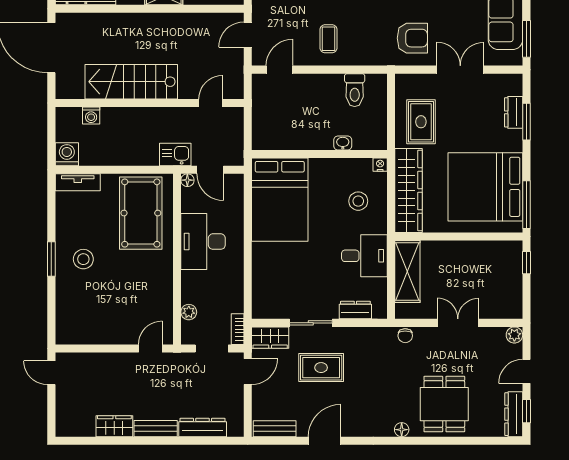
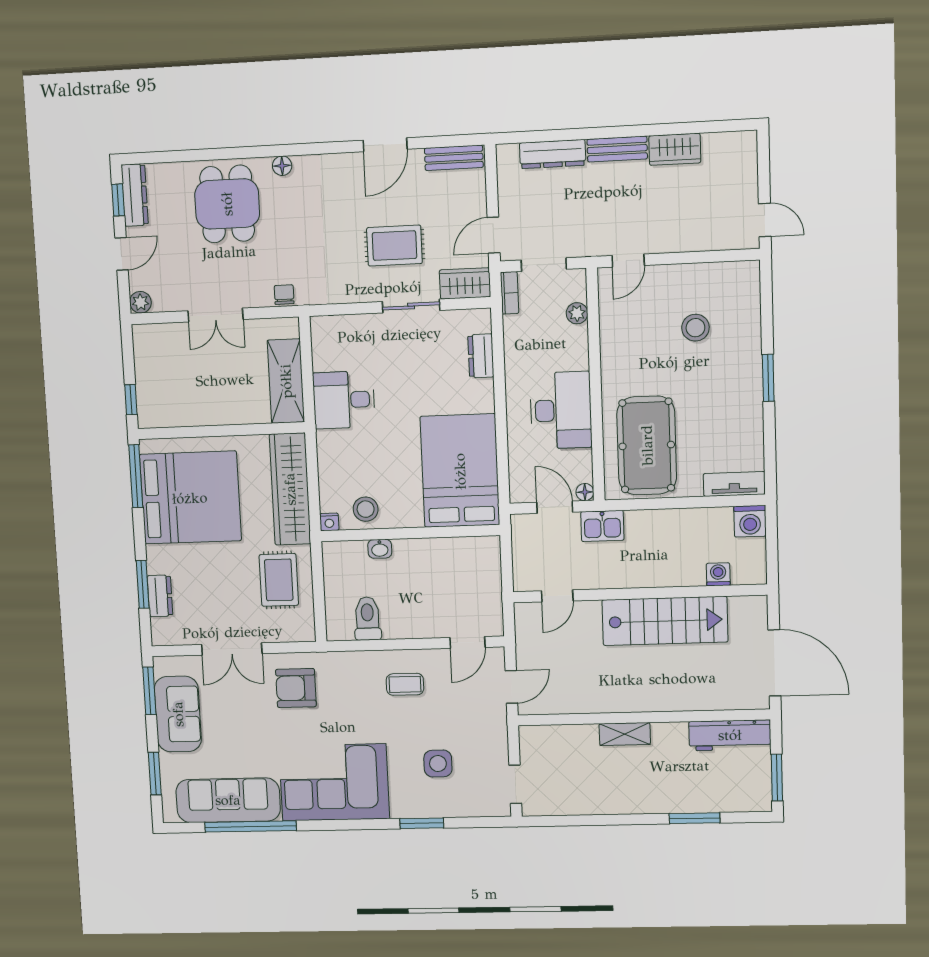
coffee table: (328, 39) -> (405, 684), turned 90
stool: (358, 201) -> (366, 509), moved
stool: (83, 259) -> (695, 328), moved
dresser: (355, 310) -> (481, 356), moved, turned 90

